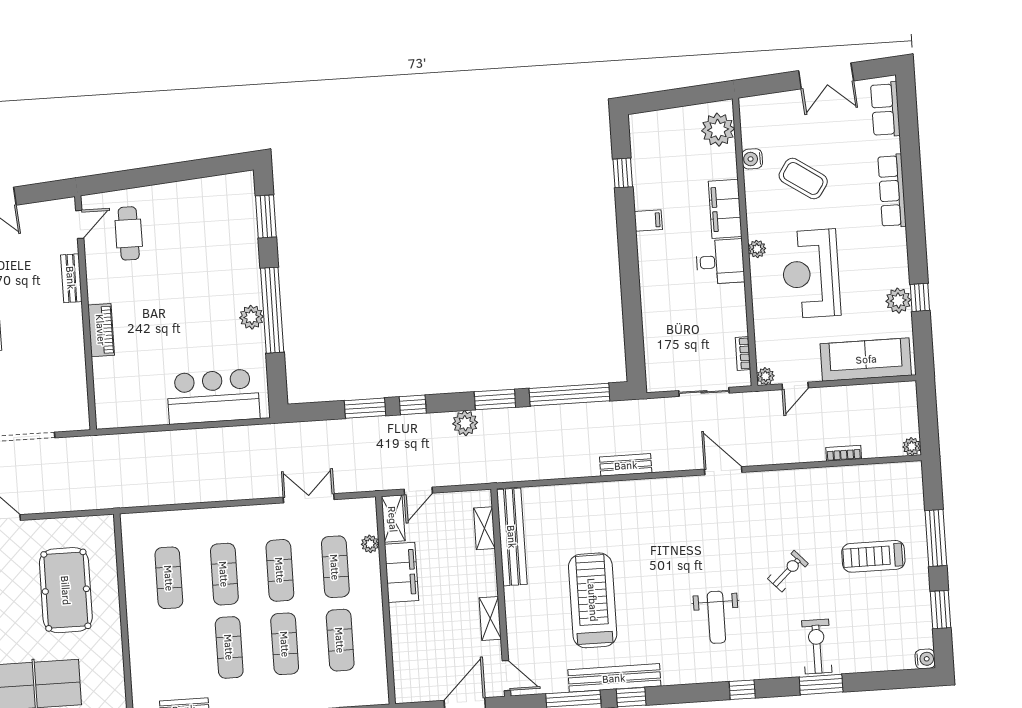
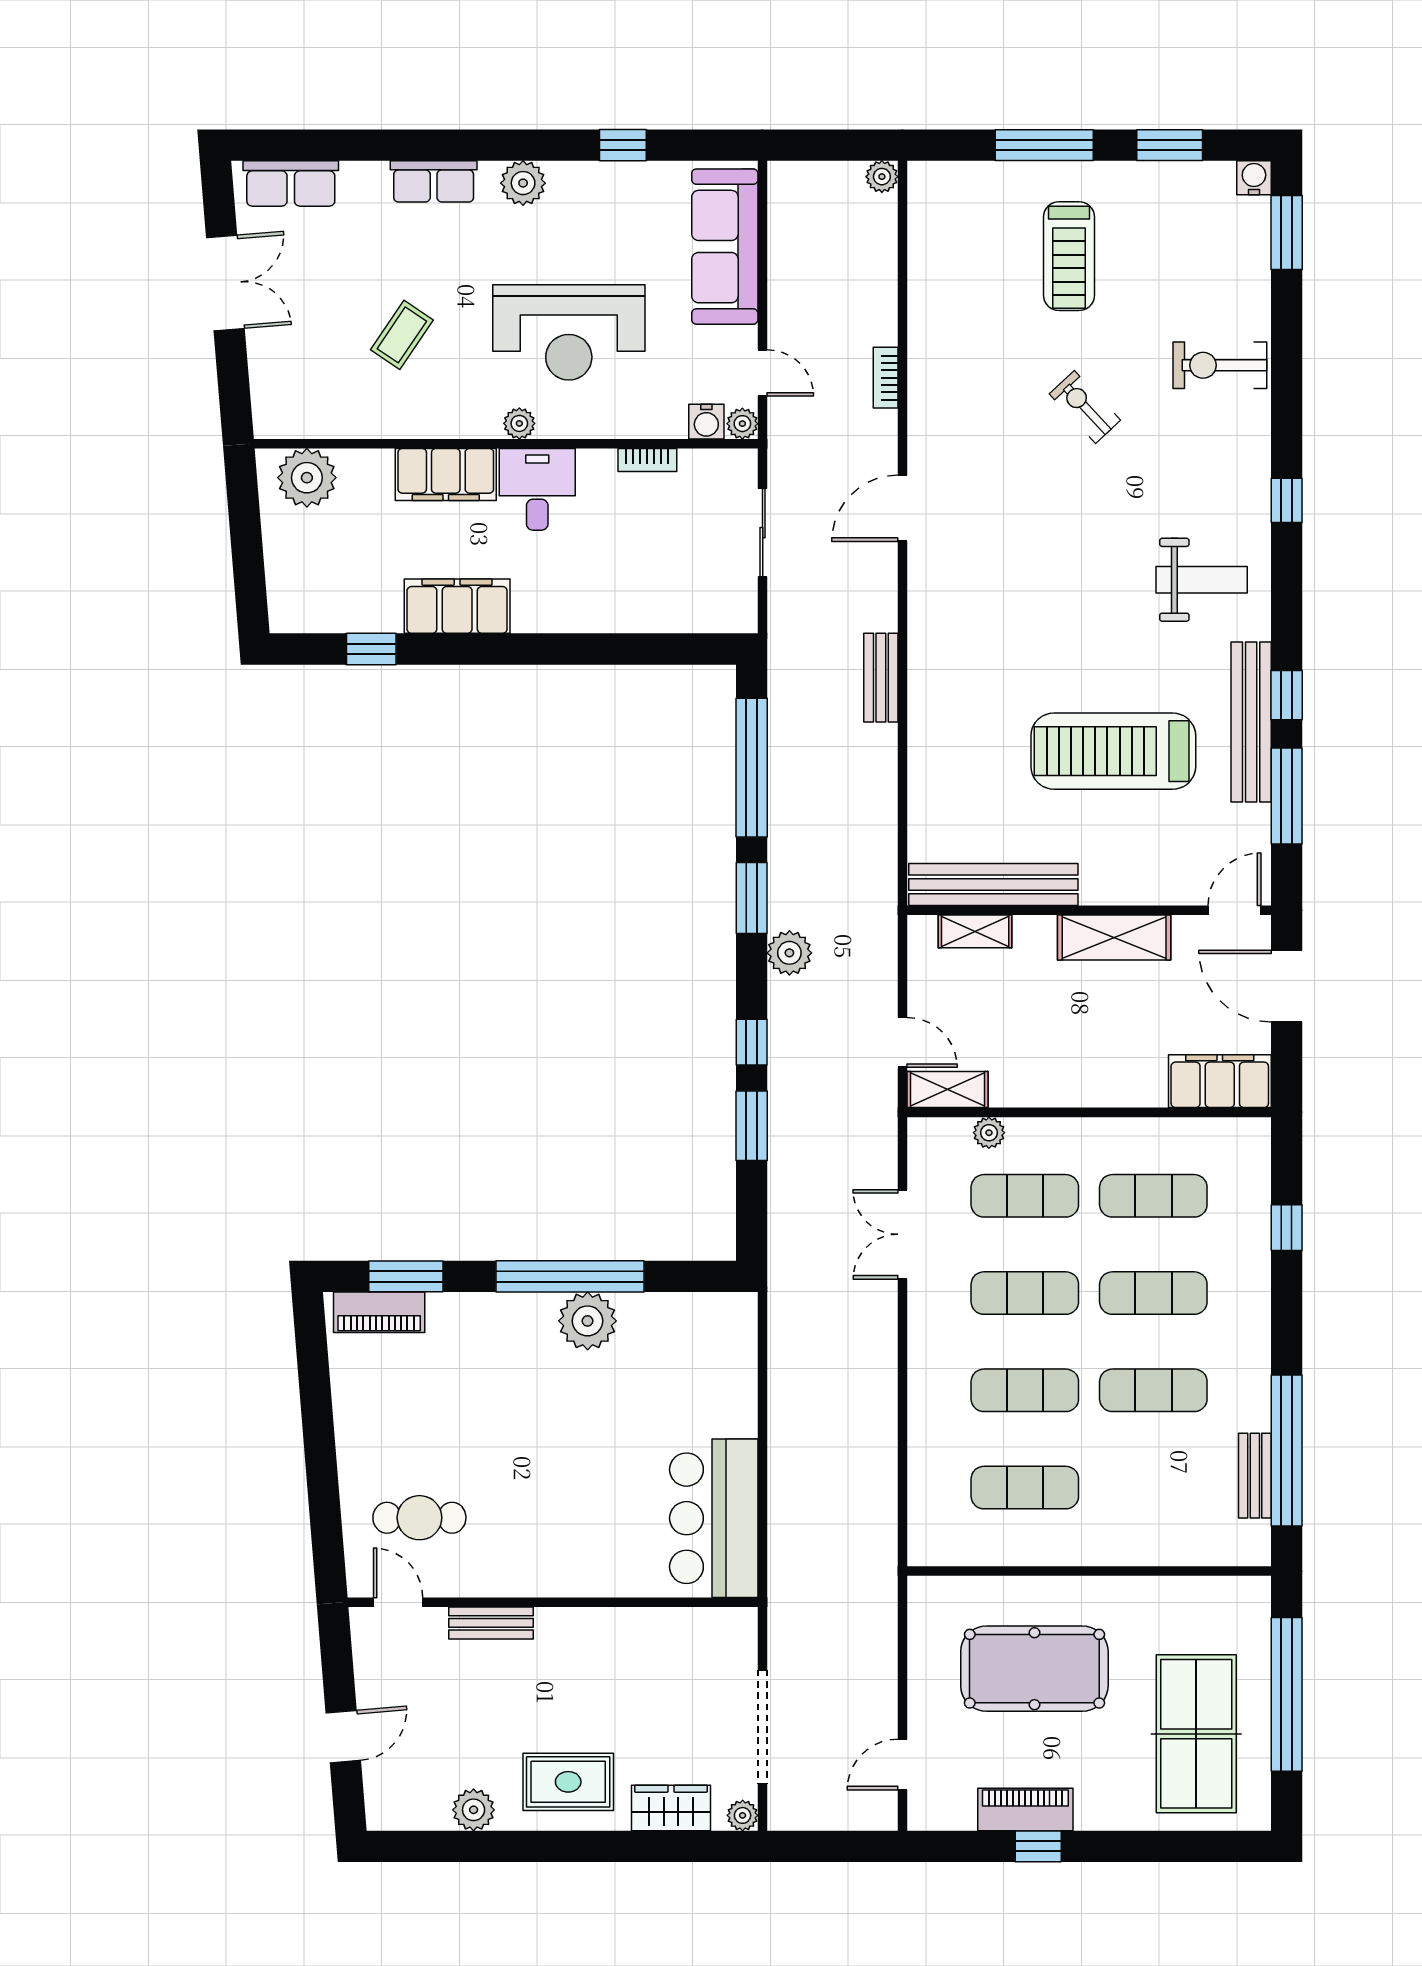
water cooler: (752, 159) -> (706, 422), moved
coffee table: (803, 178) -> (402, 335), width x0.73, depth x0.77
row of seats: (892, 191) -> (434, 181), width x0.68
filing cabinet: (648, 220) -> (457, 606), width x3.00, depth x1.17
plant: (898, 301) -> (523, 183), moved
plant: (252, 317) -> (588, 1321), width x1.36, depth x1.36
piano: (101, 330) -> (379, 1312), moved, turned 180
bookcase: (743, 353) -> (647, 460), moved
bar counter: (213, 397) -> (714, 1518), moved
bookcase: (844, 453) -> (886, 378), moved
filing cabinet: (402, 572) -> (1220, 1081), moved
weight bench: (716, 617) -> (1202, 580), moved
shelving: (490, 618) -> (1114, 937), width x1.50, depth x1.33
window: (821, 685) -> (1287, 232), moved

